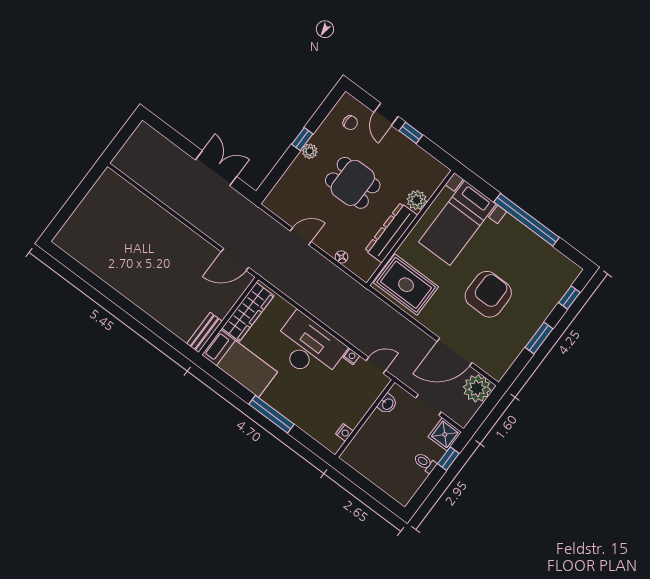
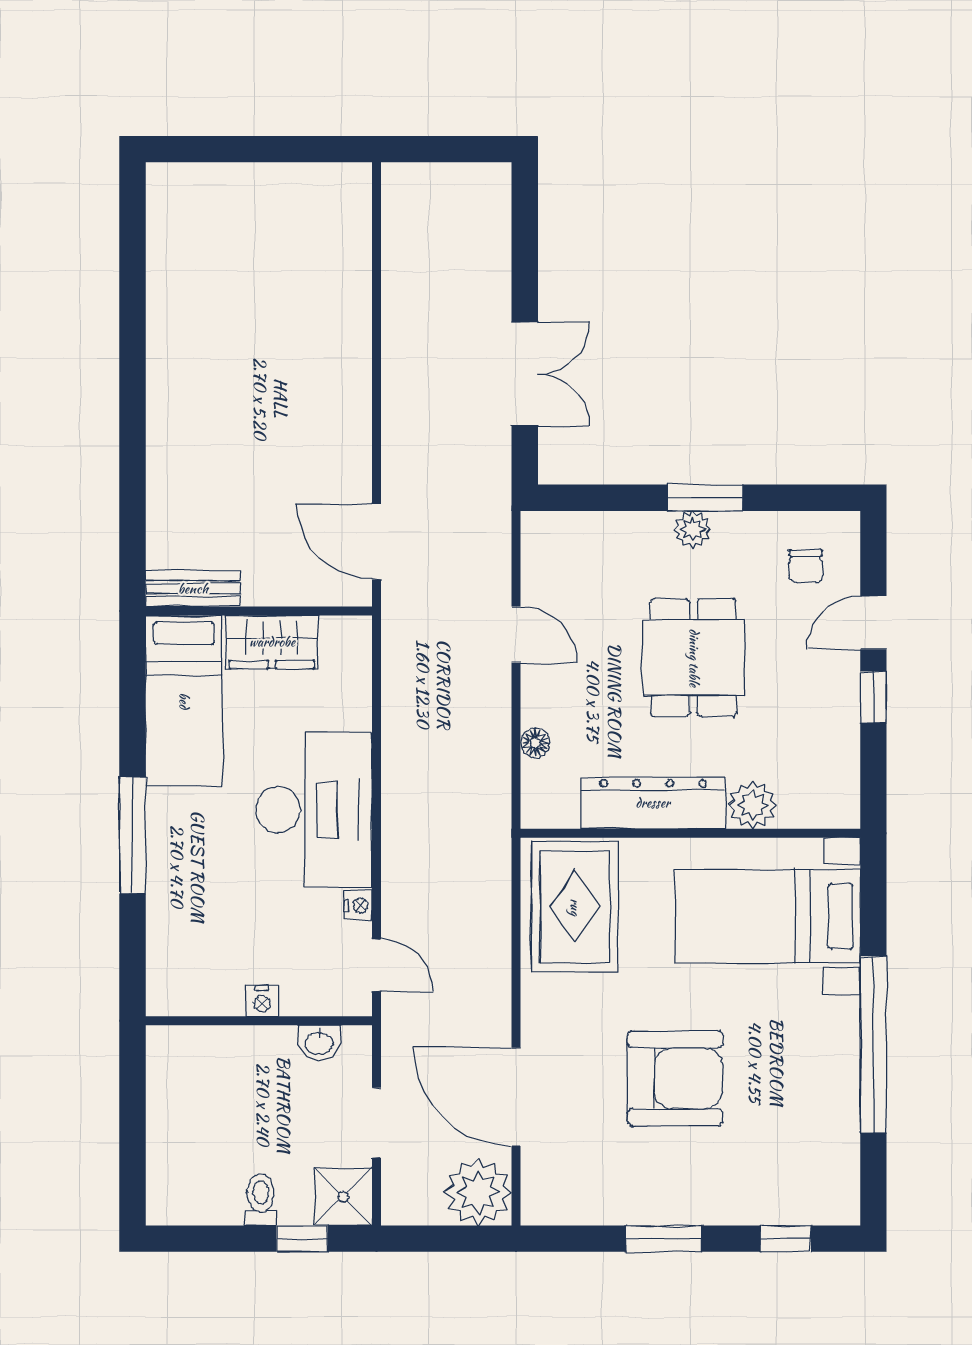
window: (302, 139) -> (705, 498), width x1.50
wardrobe: (248, 312) -> (272, 642), width x0.67
nightstand: (344, 432) -> (262, 1001), moved

